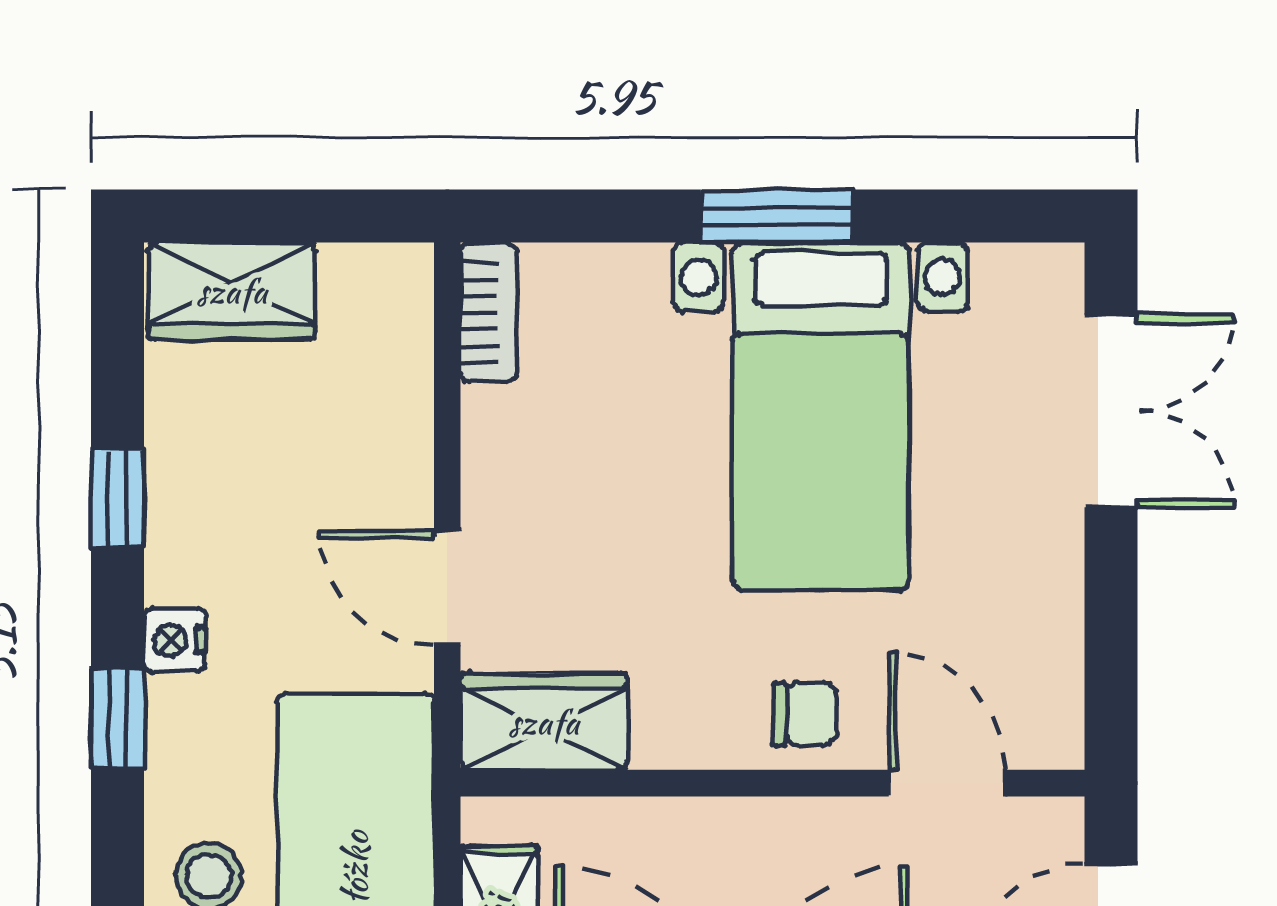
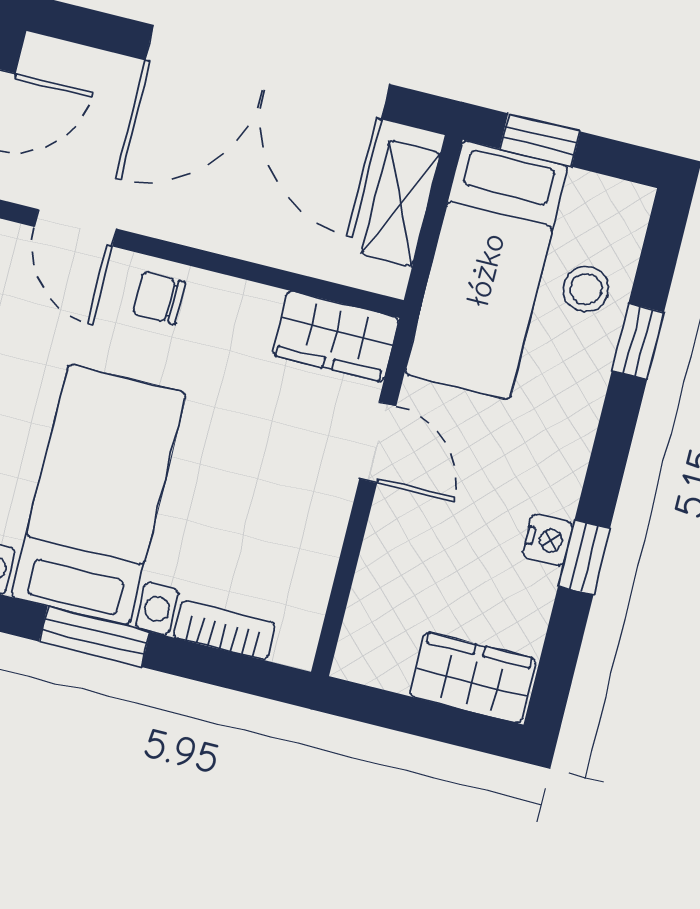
bookcase: (488, 312) -> (224, 630), moved, turned 90
nightstand: (175, 640) -> (548, 540), moved
window: (118, 718) -> (638, 341), moved

